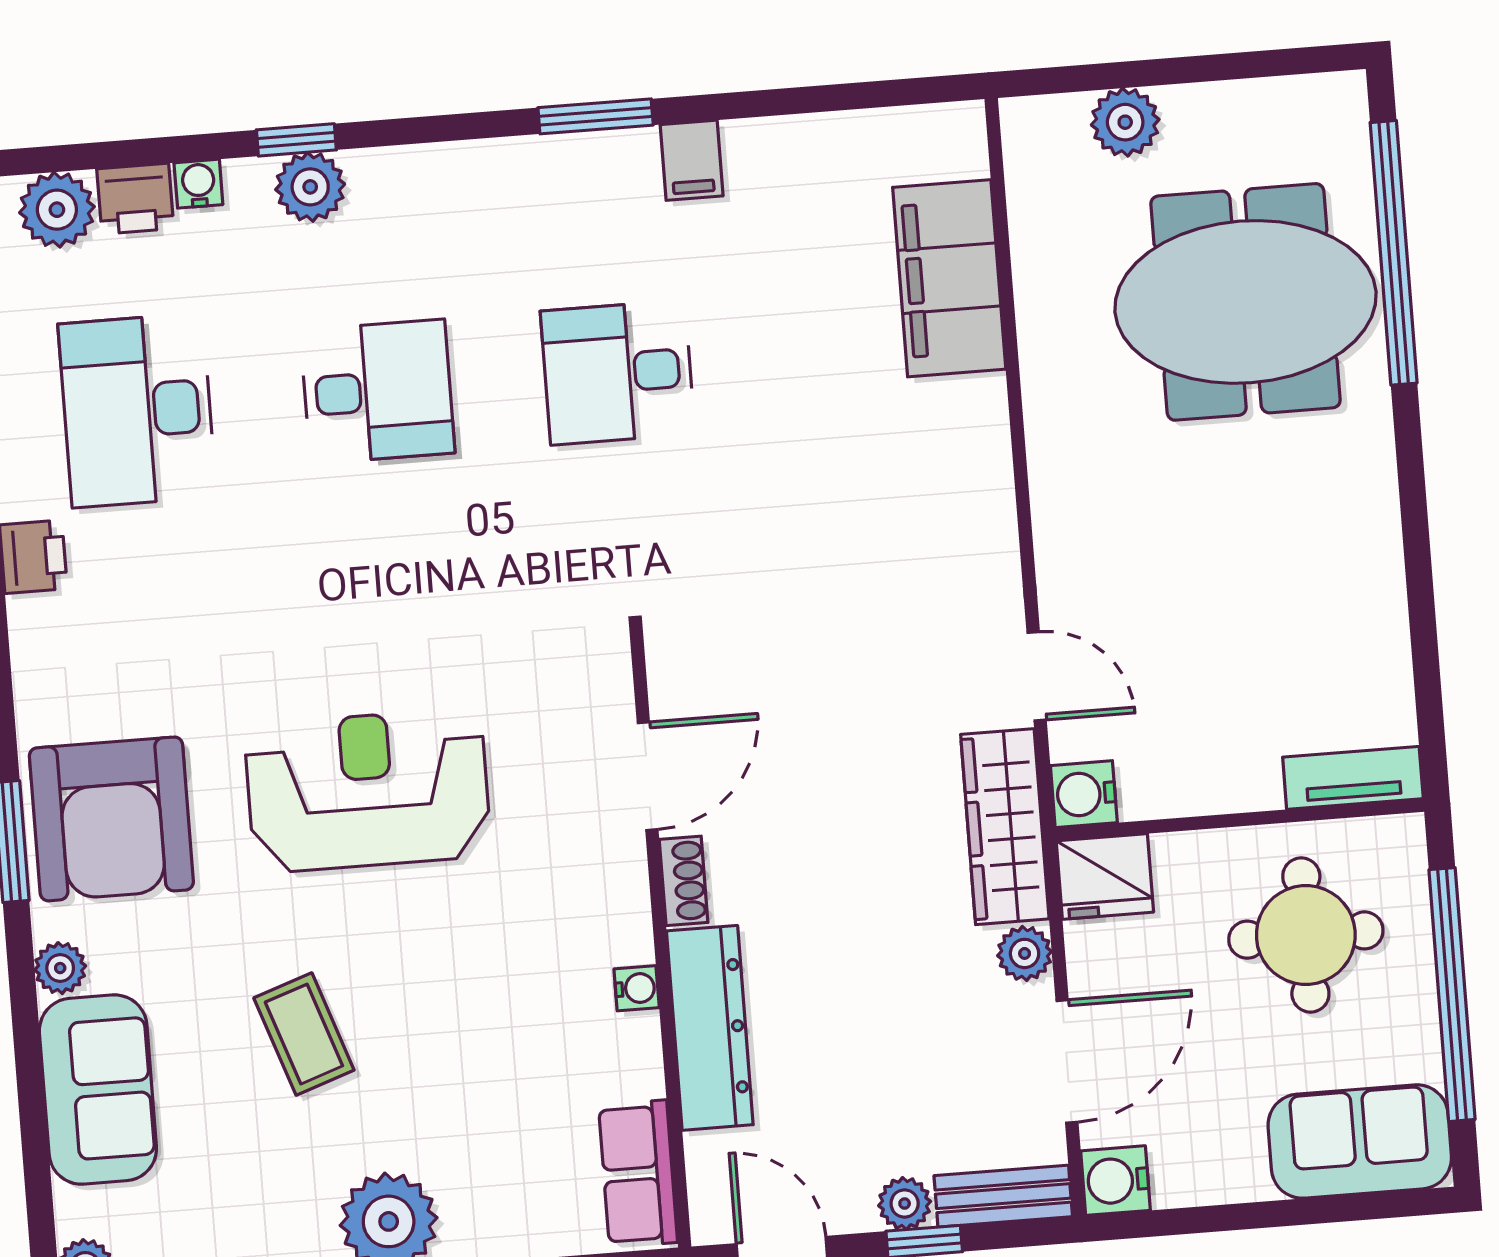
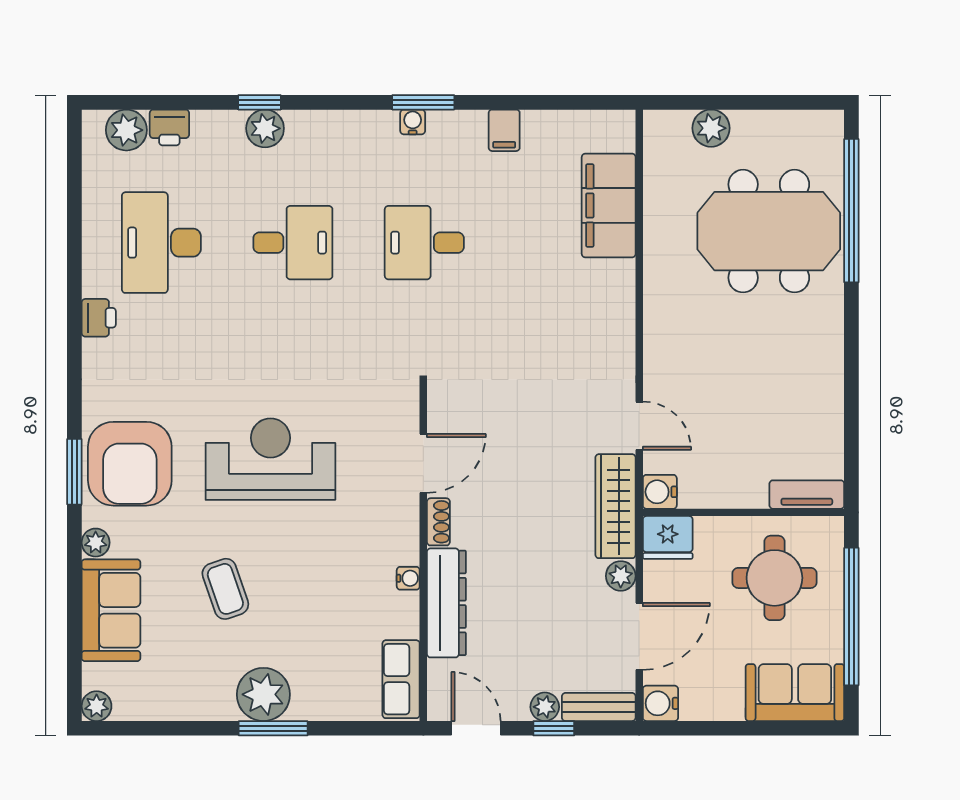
filing cabinet: (692, 160) -> (504, 130), moved
water cooler: (198, 184) -> (413, 122), moved

